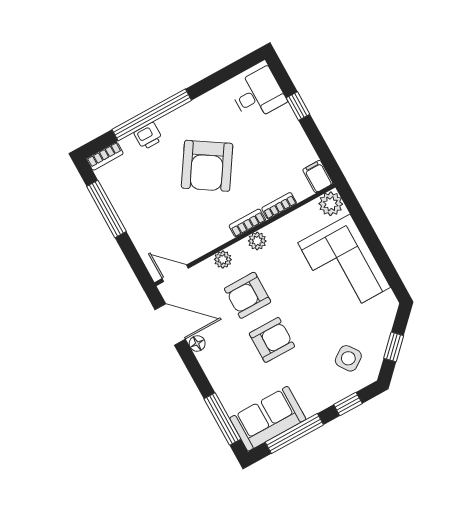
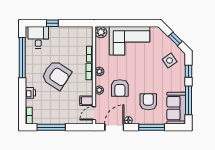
window: (152, 115) -> (22, 58), moved
filing cabinet: (318, 177) -> (86, 101), moved
armchair: (272, 340) -> (148, 102), moved
window: (222, 419) -> (152, 127), moved

